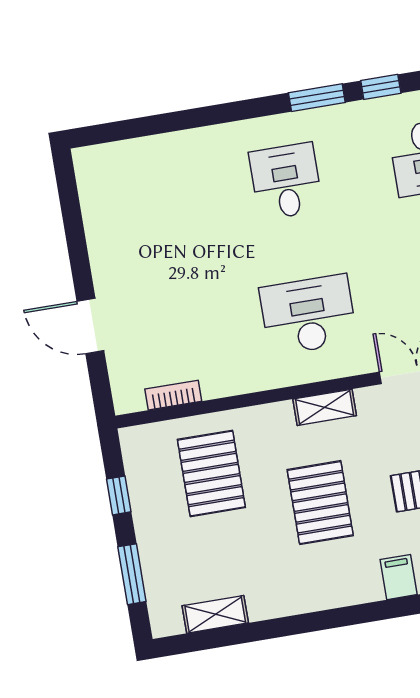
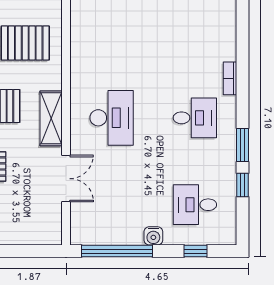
bookcase: (173, 395) -> (230, 78), moved, turned 180
shelving: (325, 407) -> (51, 118), width x1.50, depth x1.33

